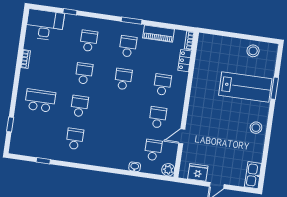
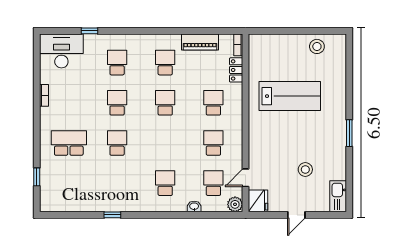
window: (132, 21) -> (165, 31), removed
lab bench: (245, 87) -> (290, 96), moved
window: (275, 88) -> (349, 133), moved
stool: (256, 128) -> (305, 169), moved
door: (182, 136) -> (246, 178), moved
school desk: (75, 139) -> (165, 183), moved
window: (43, 161) -> (112, 215), moved
fridge: (198, 172) -> (258, 201), moved, turned 90

